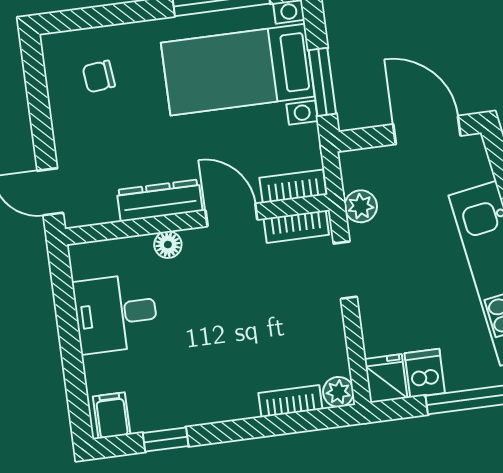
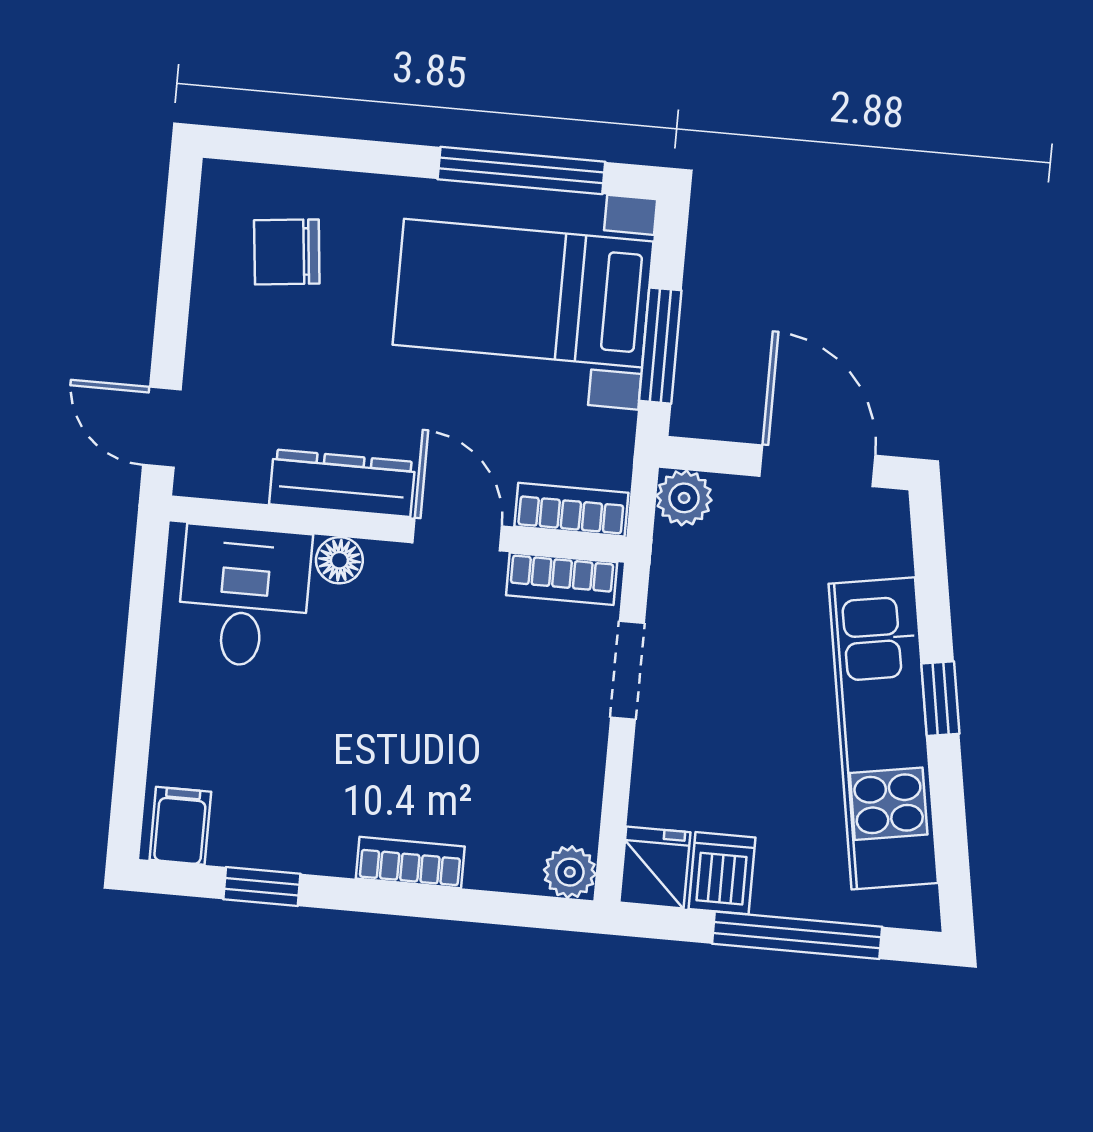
chair: (99, 76) -> (287, 252), width x1.37, depth x1.37
plant: (361, 206) -> (684, 498), moved
desk: (116, 313) -> (244, 597), moved, turned 90
bookcase: (290, 401) -> (410, 863), moved

